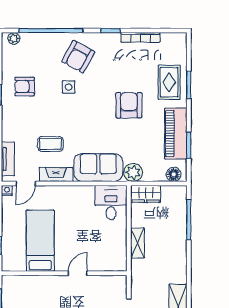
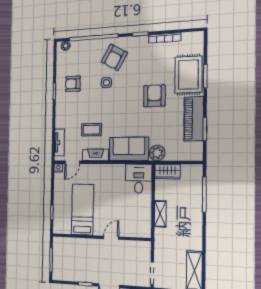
rug: (169, 82) -> (188, 75), width x1.36, depth x1.43
floor lamp: (174, 174) -> (192, 154), removed

